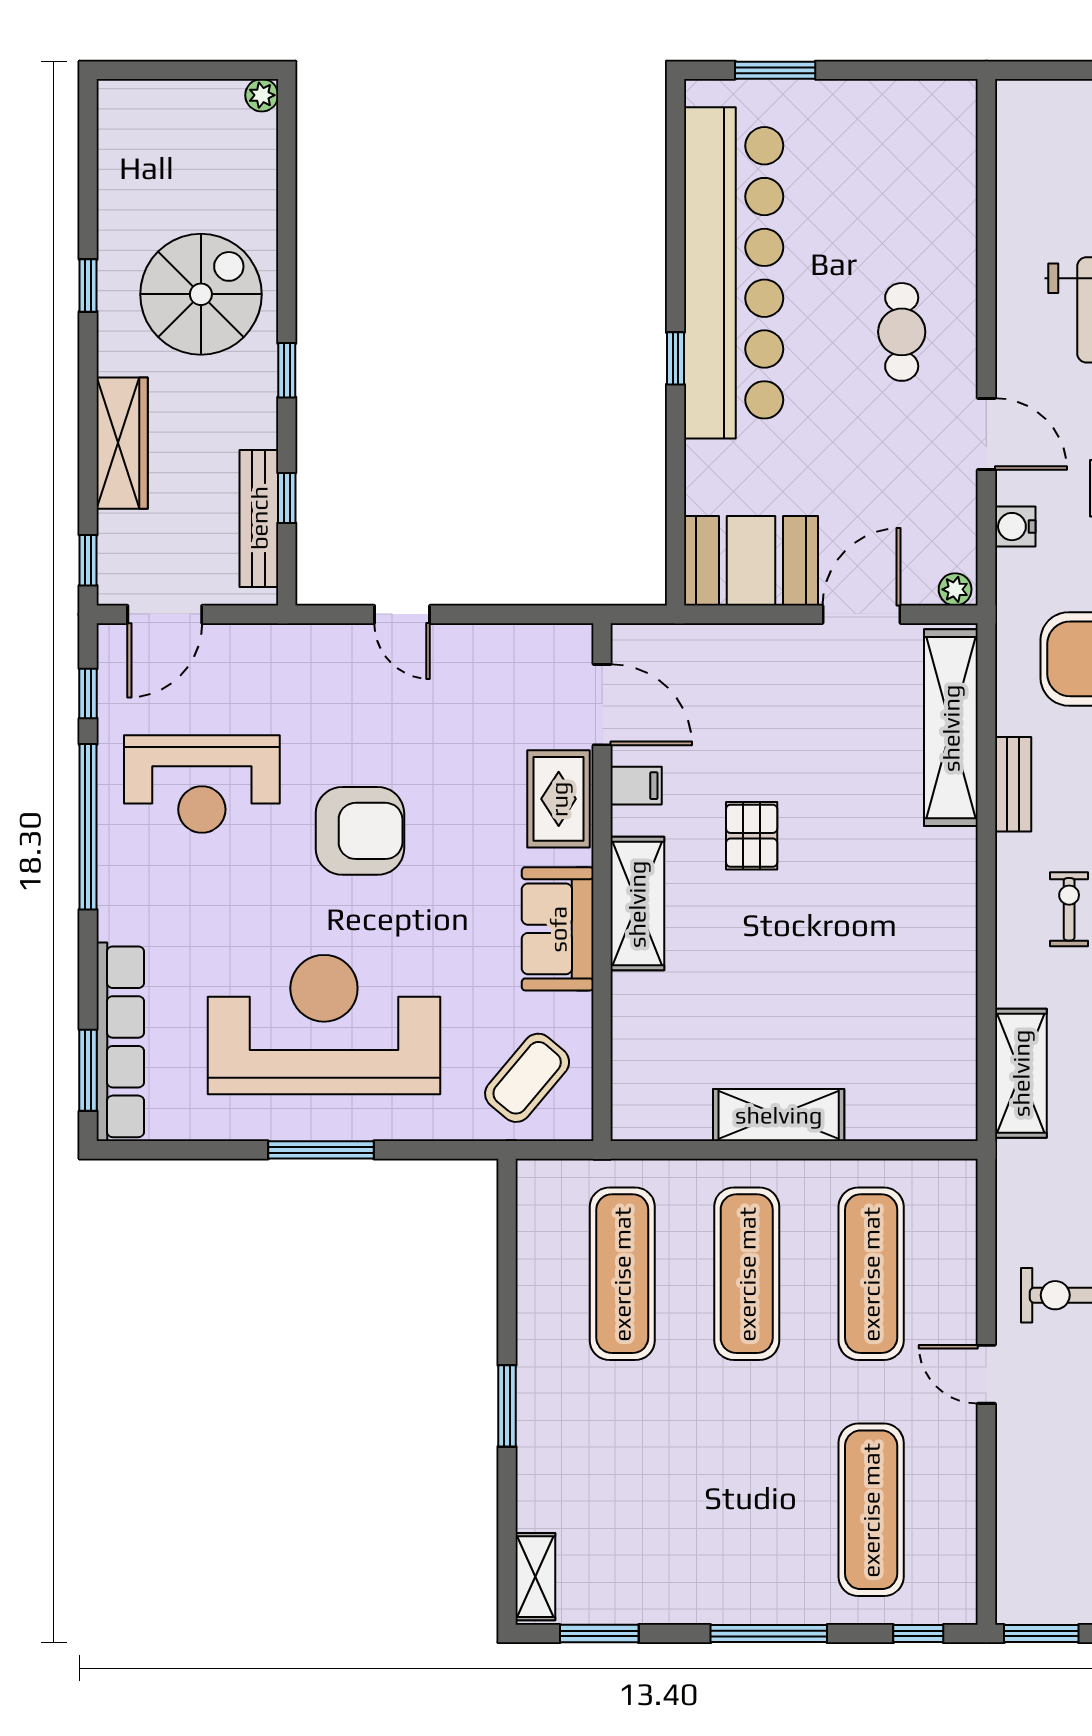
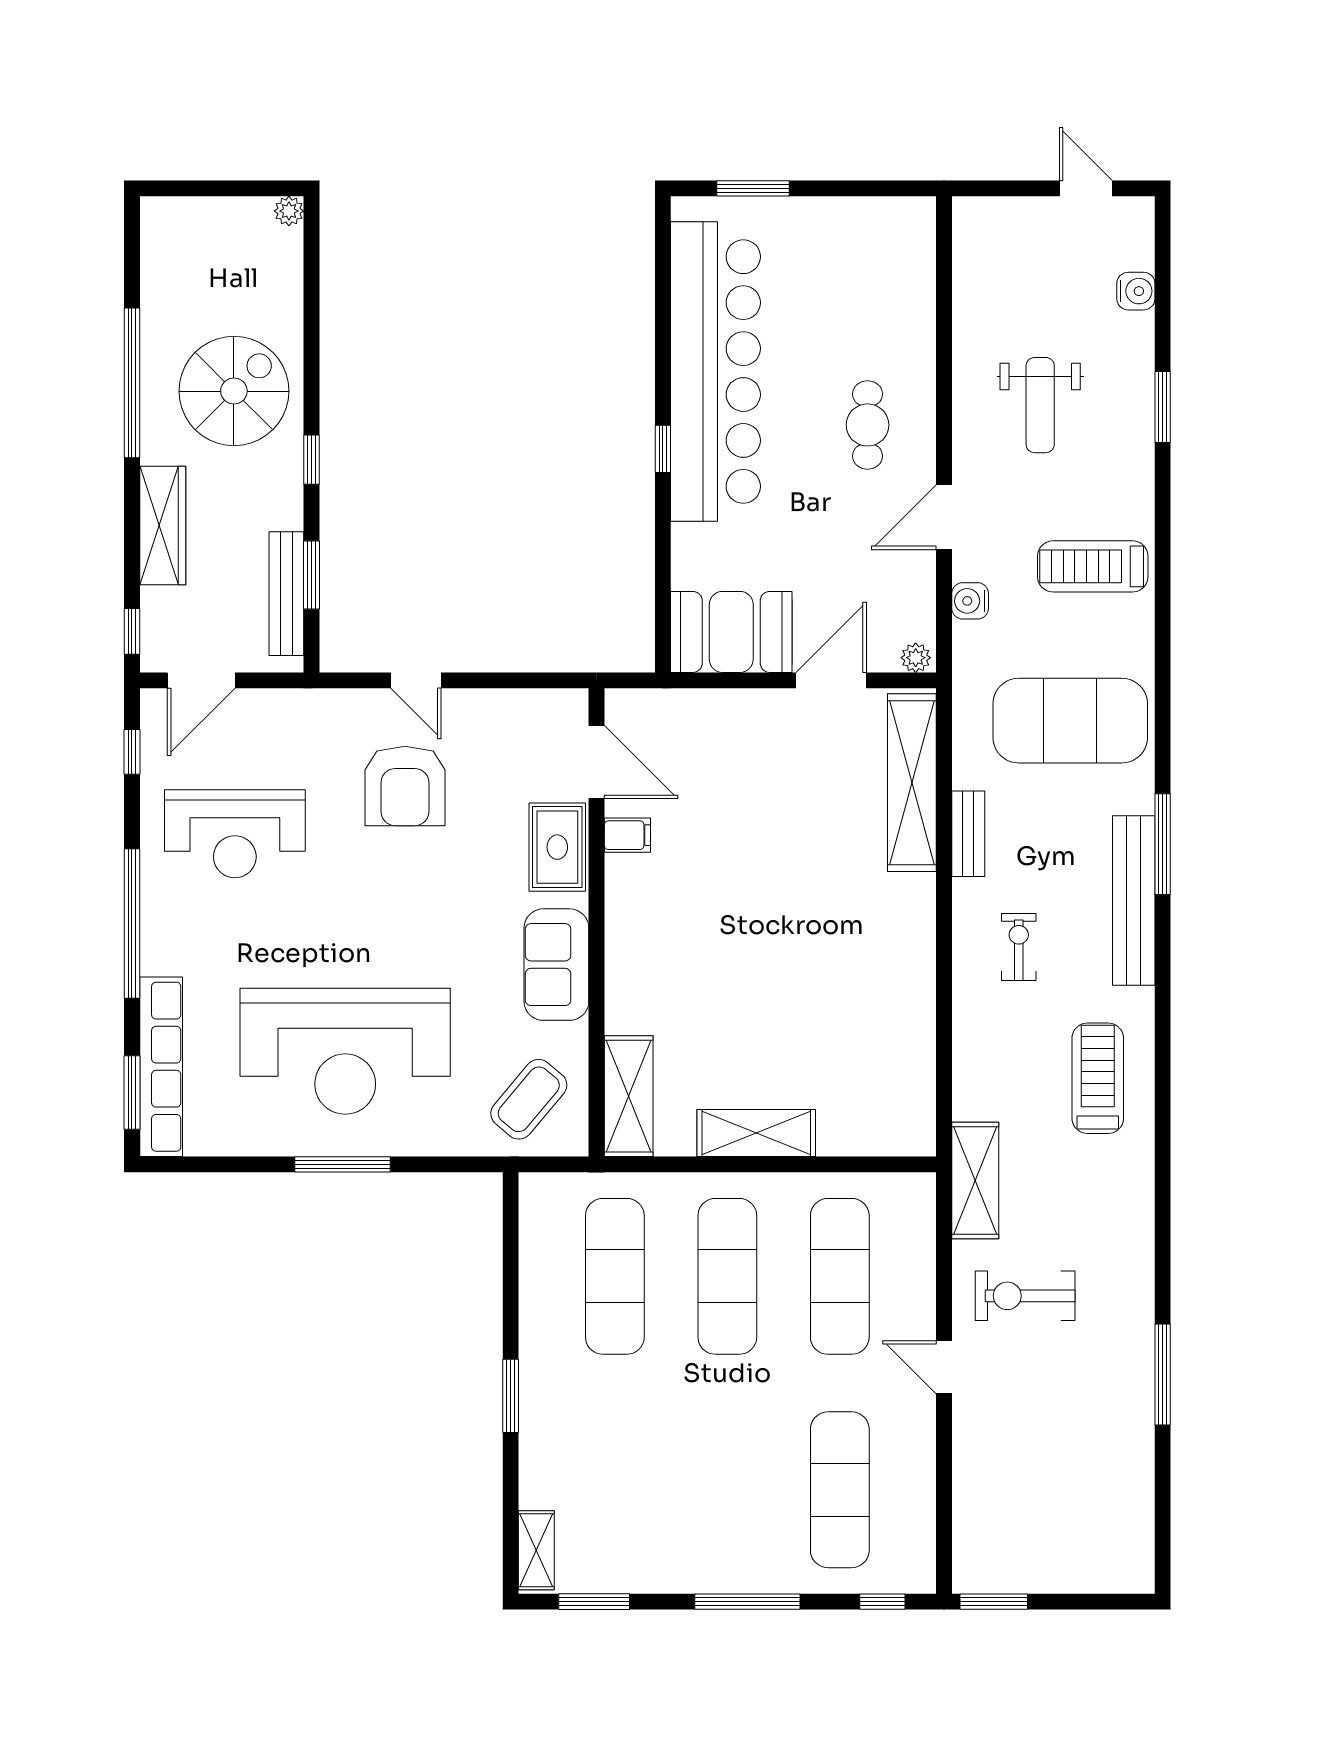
window: (88, 285) -> (132, 383), width x3.17
door: (986, 434) -> (944, 517), swing flipped
window: (287, 498) -> (312, 575), width x1.50
window: (88, 827) -> (132, 924), moved
armchair: (360, 831) -> (405, 786), moved, turned 90
pallet: (752, 836) -> (732, 880), removed
shelving: (637, 904) -> (629, 1096), moved
reception desk: (324, 1025) -> (345, 1051), turned 180
shelving: (1021, 1073) -> (975, 1180), moved

